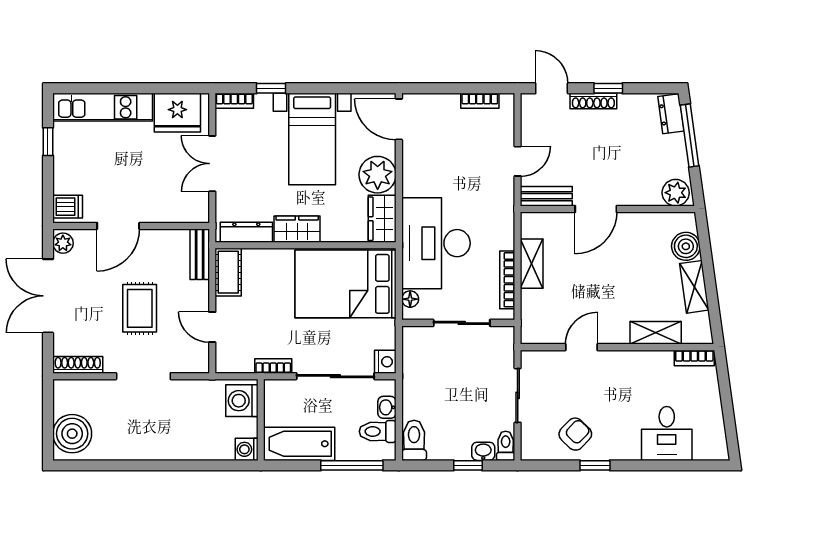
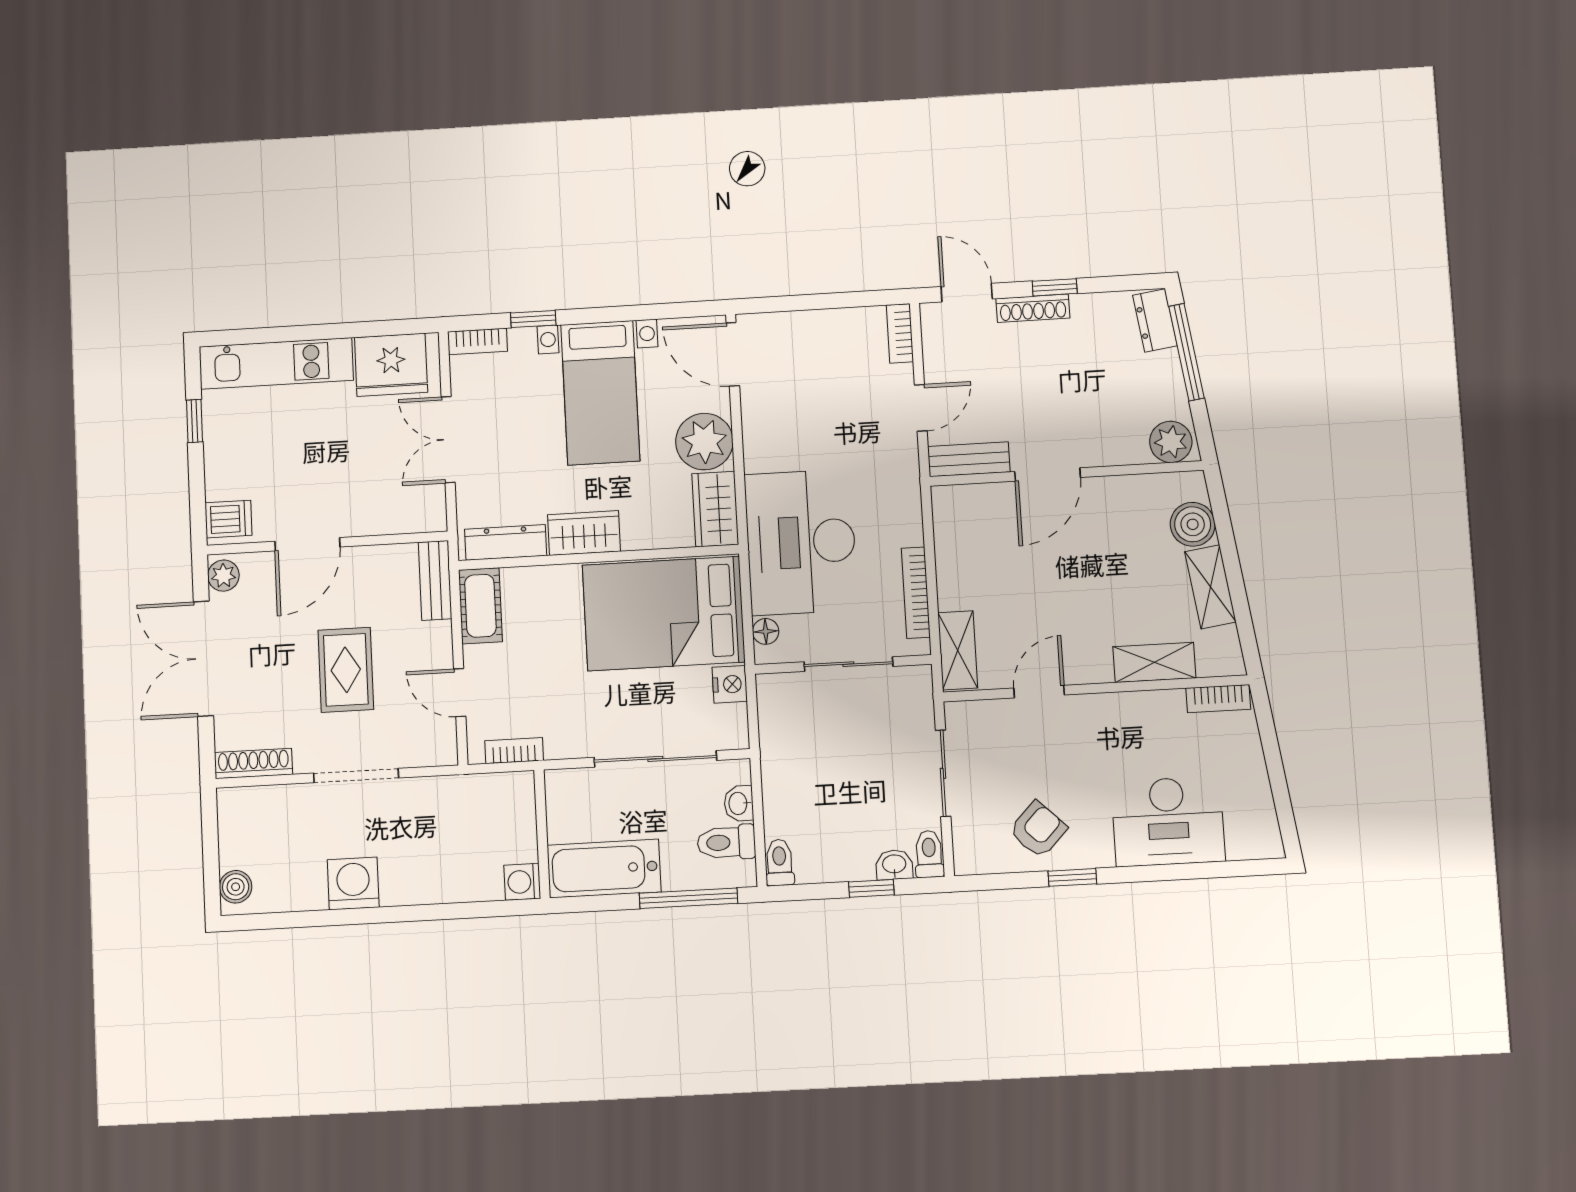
bookcase: (480, 101) -> (900, 333), moved, turned 90
shelving: (532, 264) -> (958, 650), moved
nightstand: (385, 362) -> (730, 684), moved
bookcase: (273, 366) -> (514, 751), moved
washing machine: (242, 401) -> (353, 883), moved, turned 90
desk: (667, 433) -> (1168, 821), width x1.37
boiler: (72, 434) -> (236, 887), width x0.54, depth x0.54
toilet: (414, 440) -> (779, 862), width x0.73, depth x0.72

